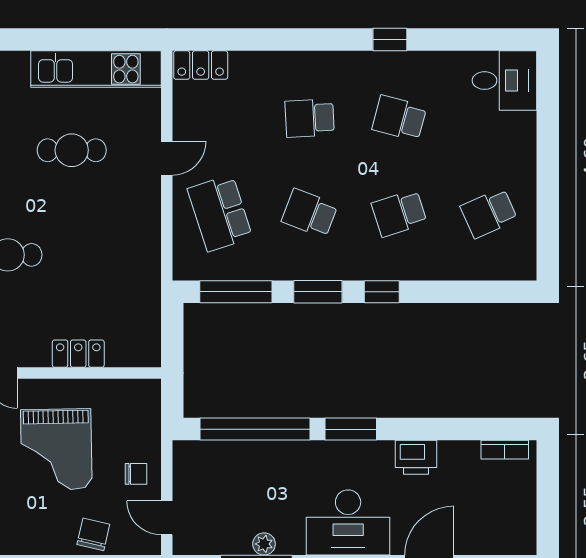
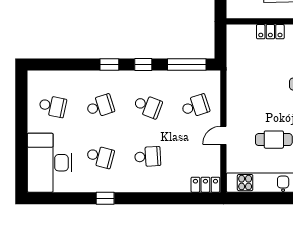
desk: (504, 81) -> (49, 163), width x1.87, depth x1.30
school desk: (220, 213) -> (195, 106), width x0.54
school desk: (489, 213) -> (53, 106), turned 36
window: (318, 292) -> (143, 65), width x0.67

